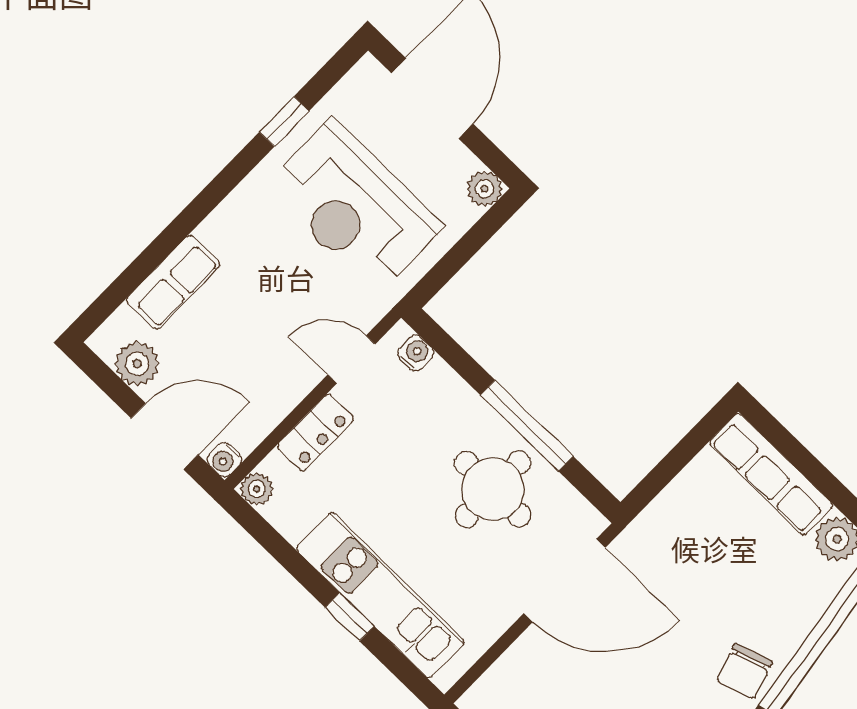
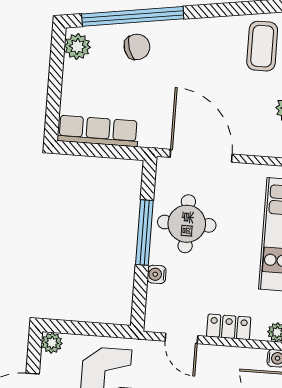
water cooler: (416, 353) -> (157, 274), moved
row of seats: (771, 474) -> (98, 131), moved, turned -90
chair: (745, 671) -> (137, 47), moved

